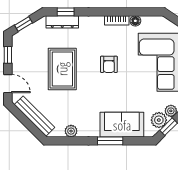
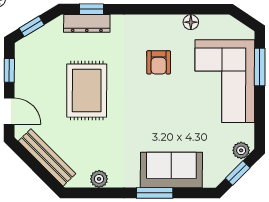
bookcase: (117, 20) -> (164, 21), removed
armchair: (109, 64) -> (159, 62), moved
plant: (159, 120) -> (224, 163), removed

